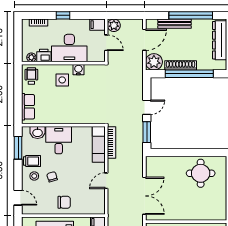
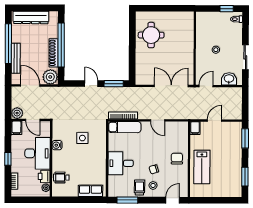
door: (106, 43) -> (33, 120), swing flipped
wheelchair: (31, 76) -> (61, 178), moved
side table: (62, 80) -> (82, 138), moved
washbasin: (38, 132) -> (114, 182), removed

